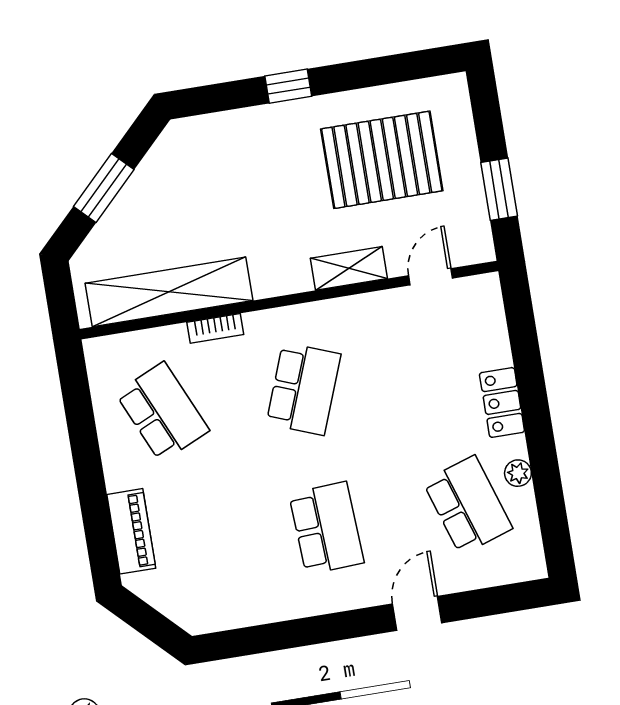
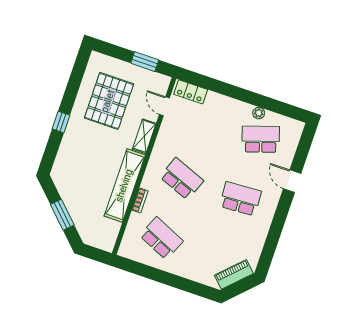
shelving: (169, 292) -> (125, 186), moved
locker: (502, 402) -> (191, 92), moved
school desk: (162, 412) -> (161, 238), turned 48
piano: (131, 531) -> (234, 274), moved, turned -45

